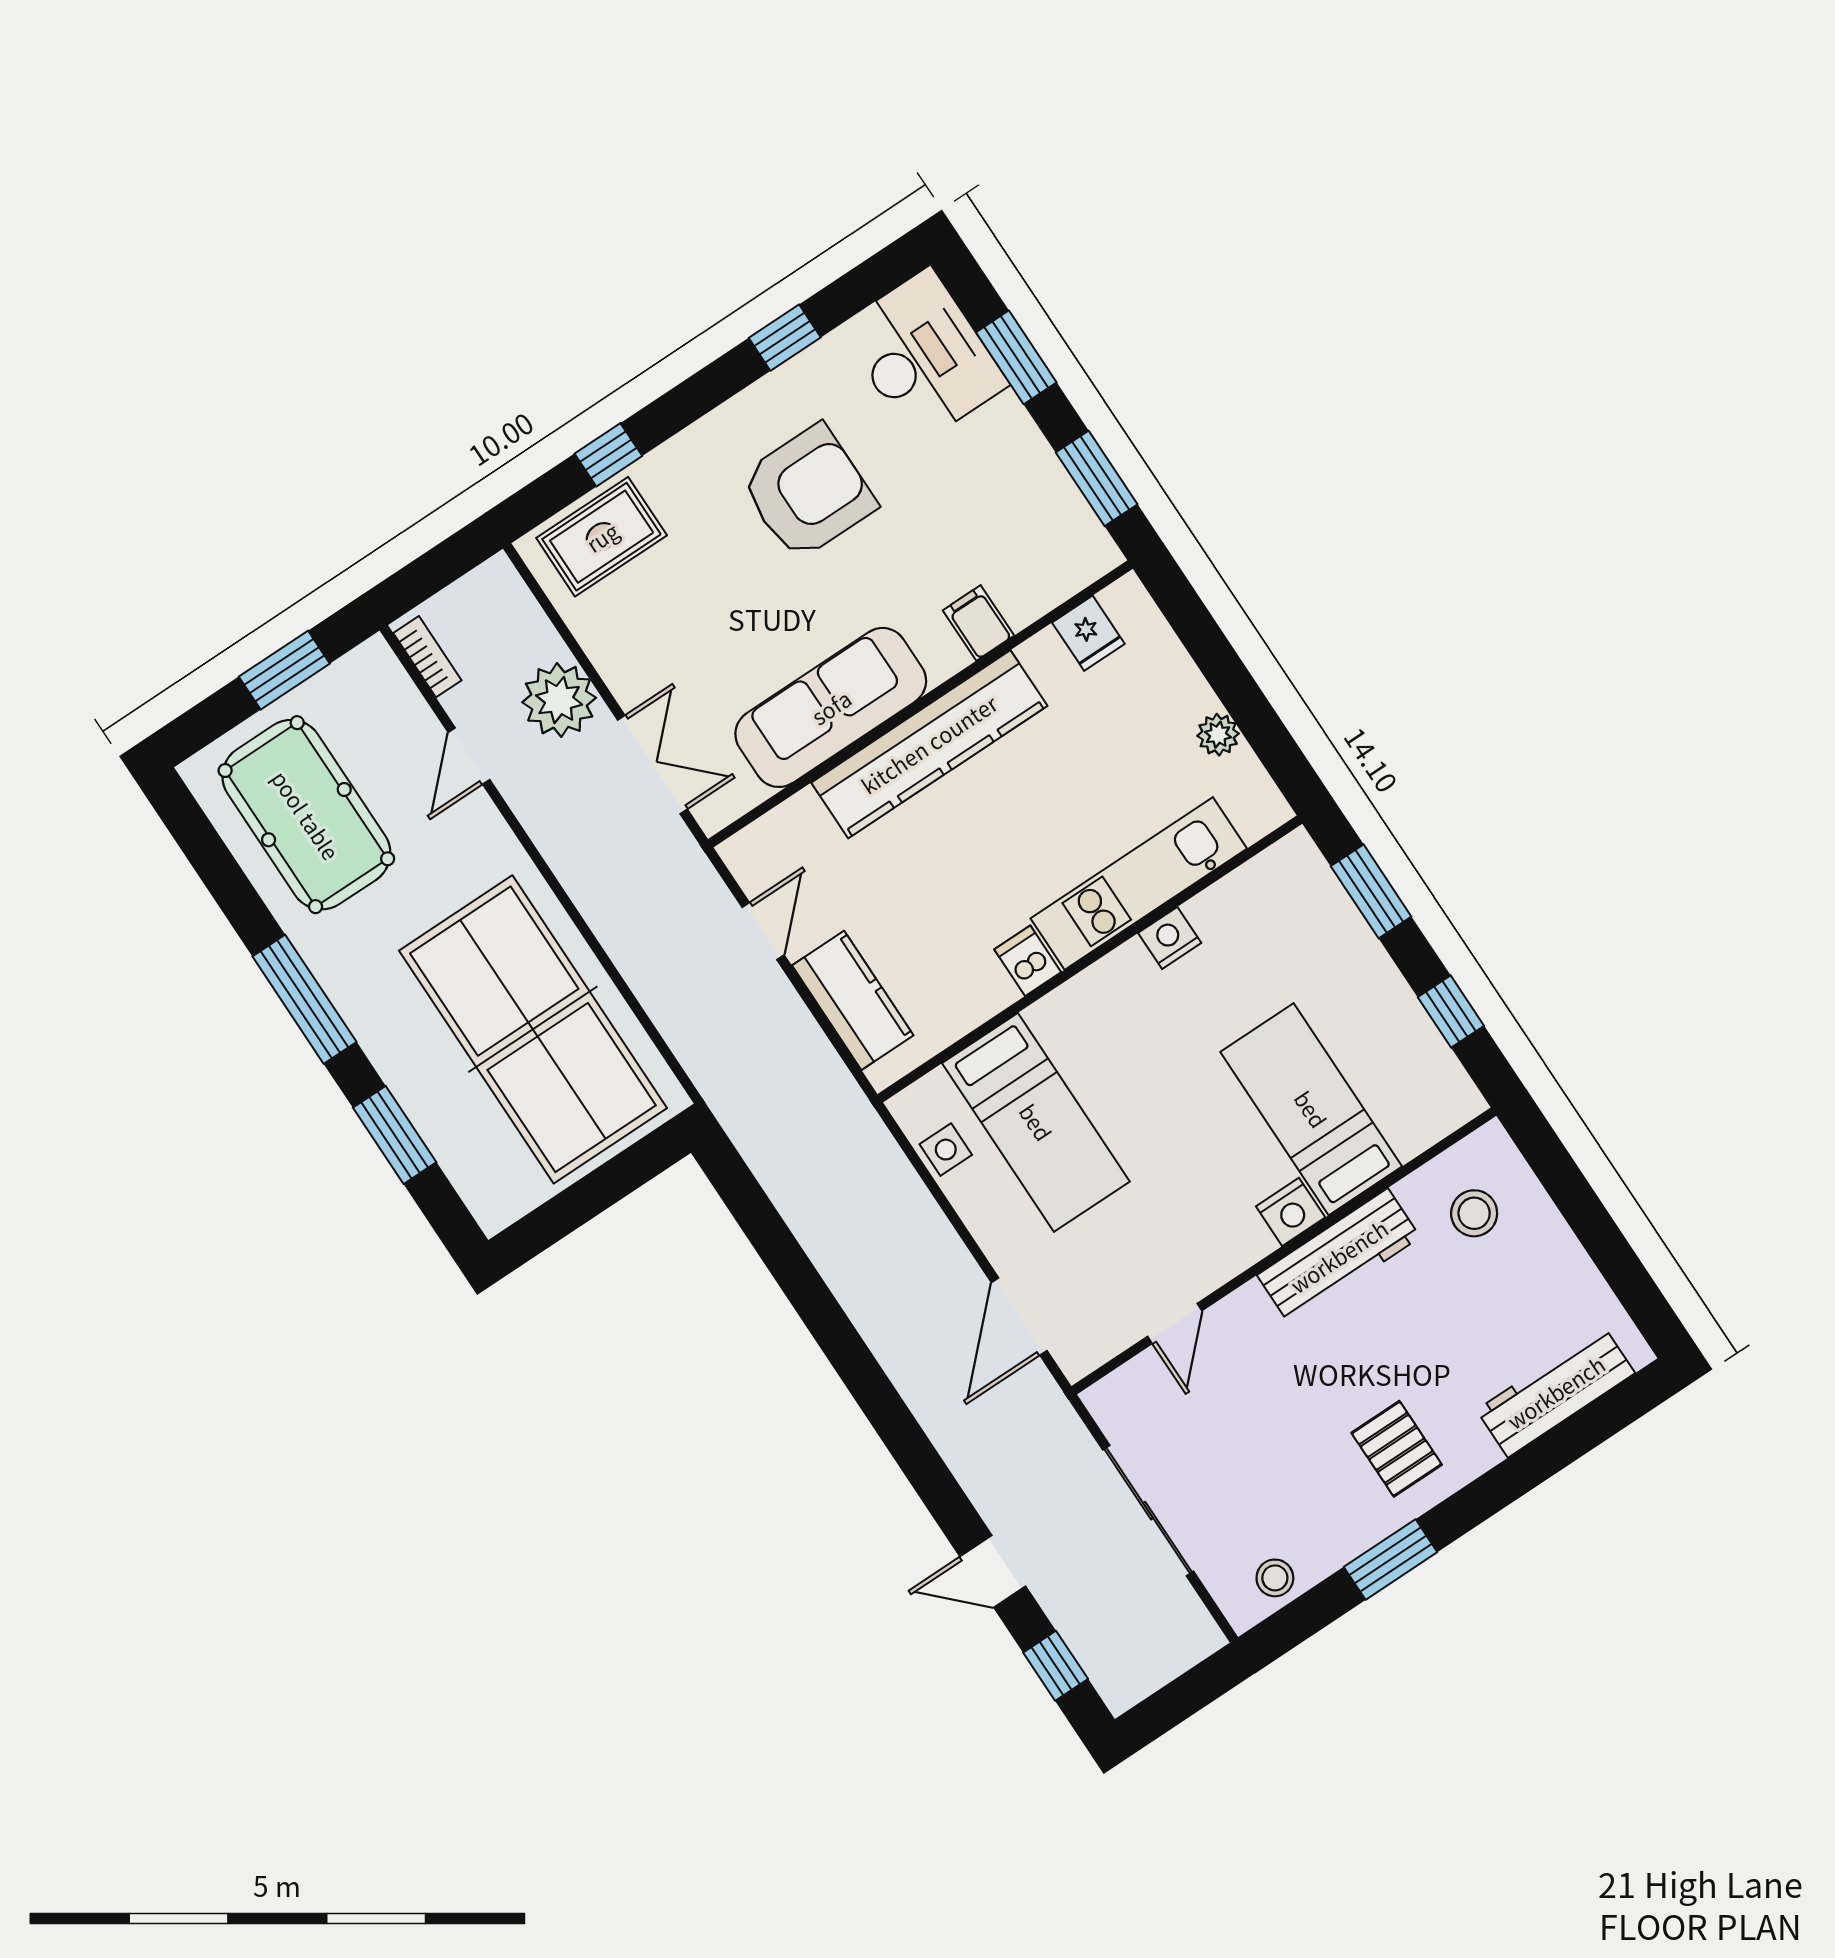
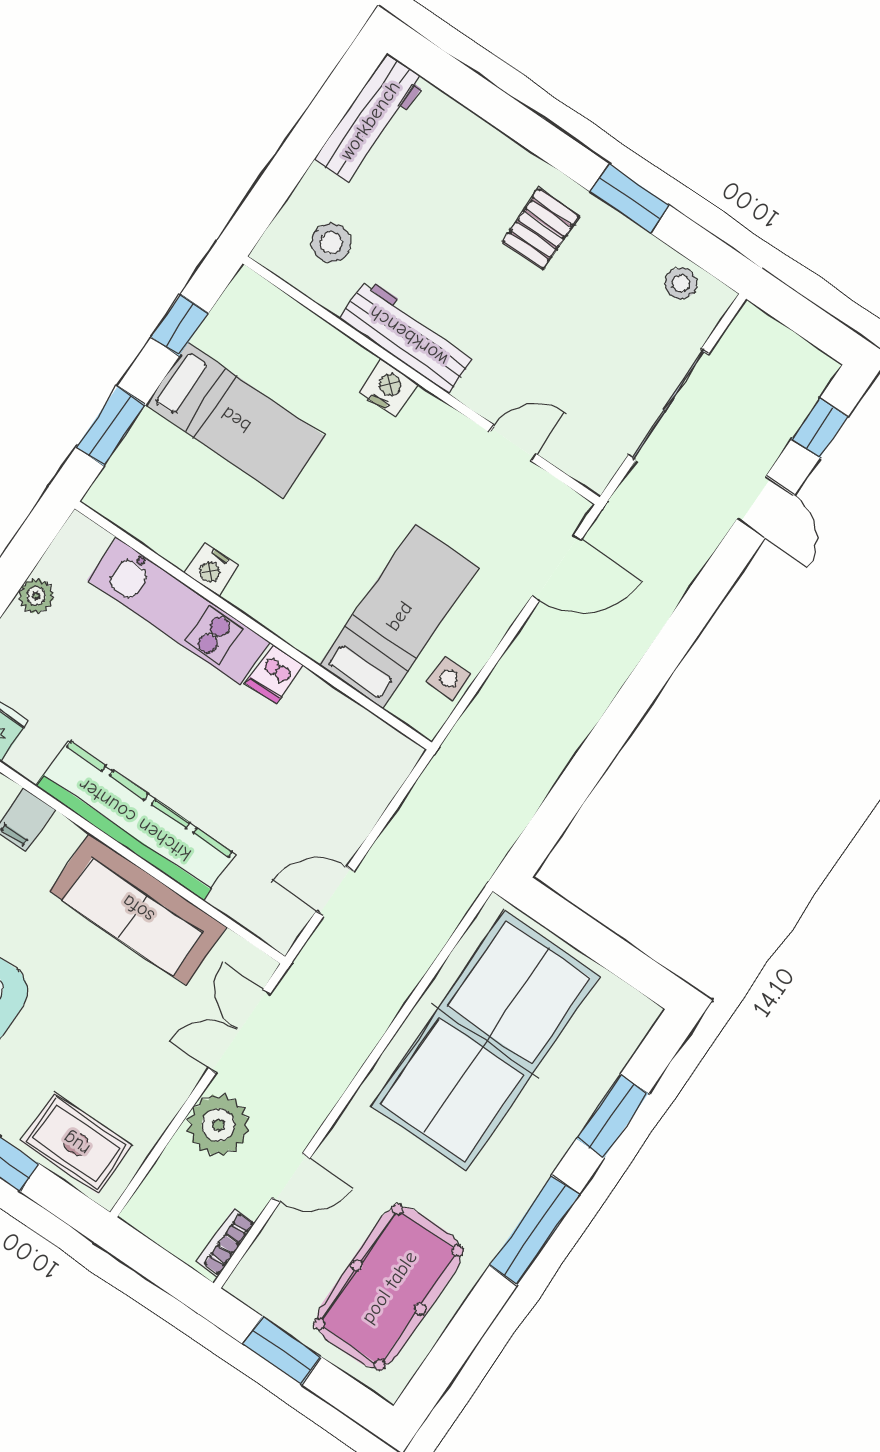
kitchen counter: (853, 1000) -> (361, 799), removed
bed: (1311, 1109) -> (236, 420), moved, turned -90
workbench: (1556, 1392) -> (370, 120), moved, turned -90

